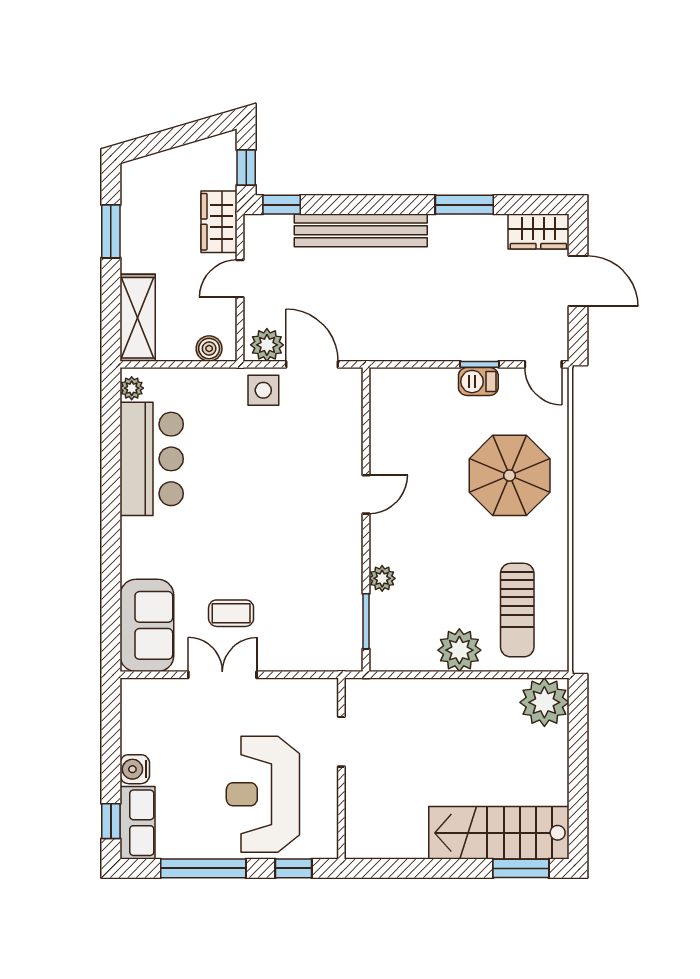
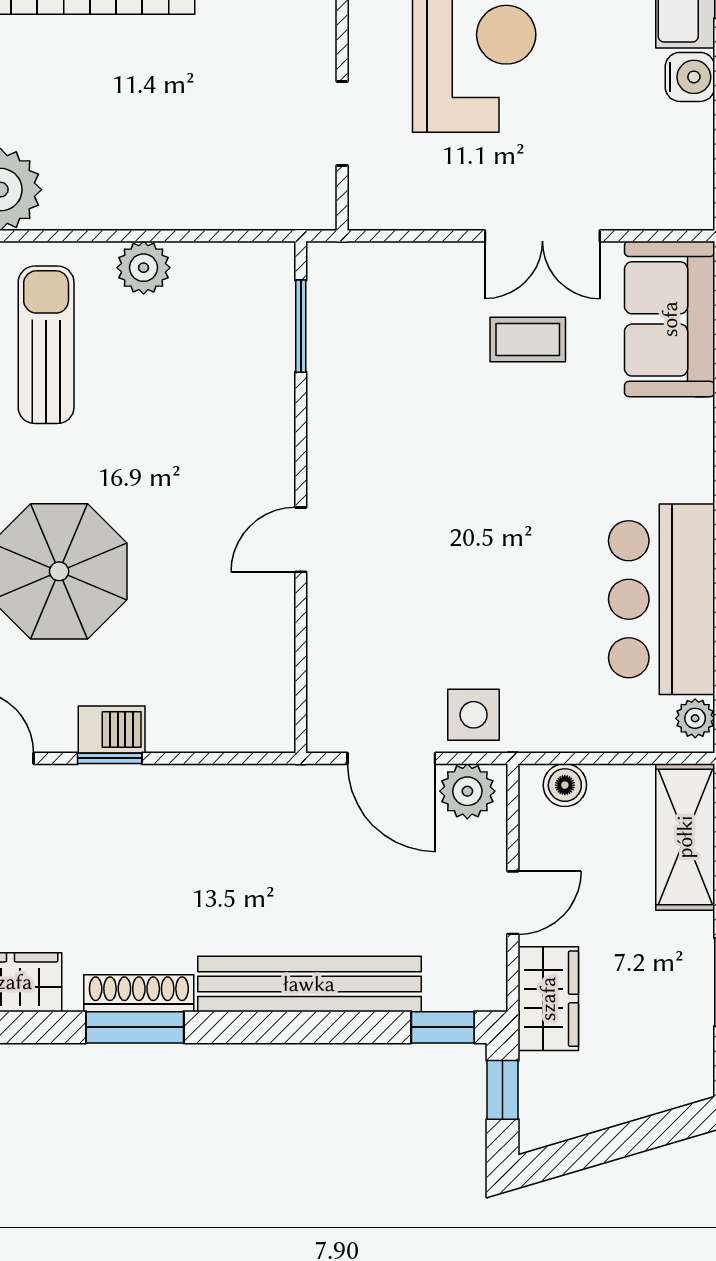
shoe rack: (462, 225) -> (139, 993), added
plant: (382, 578) -> (274, 398), removed
plant: (459, 650) -> (144, 268), width x0.73, depth x0.73

